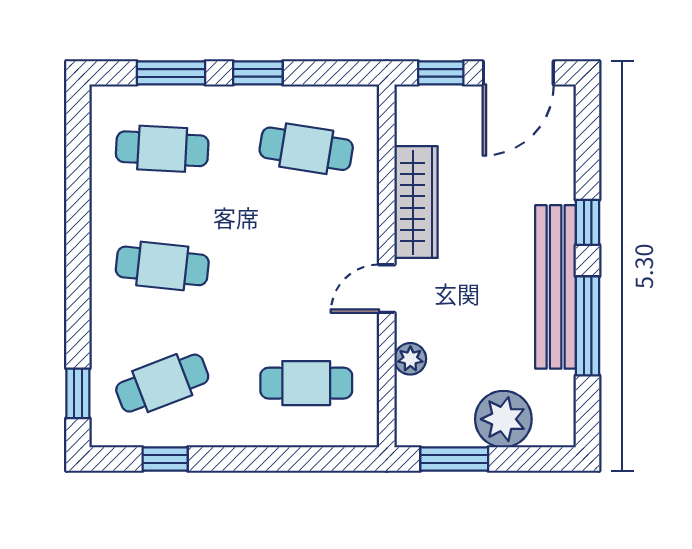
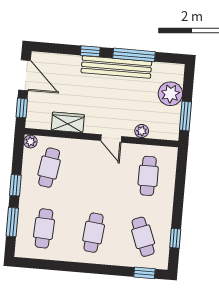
plant: (364, 100) -> (30, 142), added
wardrobe: (416, 202) -> (68, 122), width x0.67

